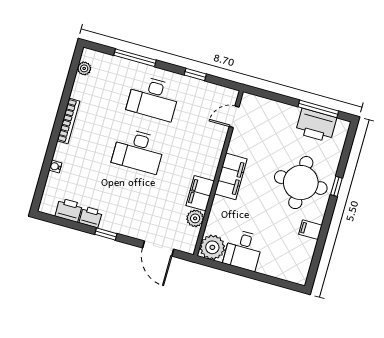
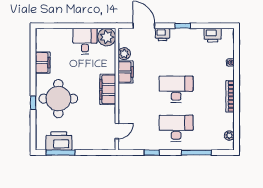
printer: (91, 217) -> (162, 35), moved
filing cabinet: (310, 230) -> (43, 63), width x2.00

